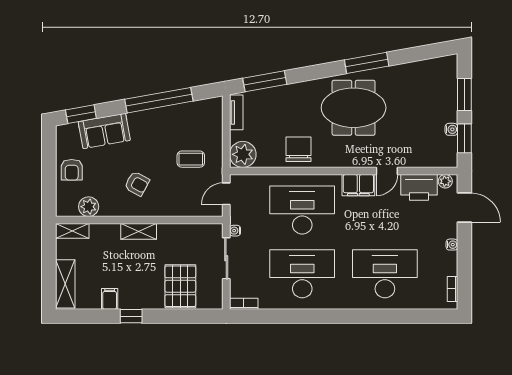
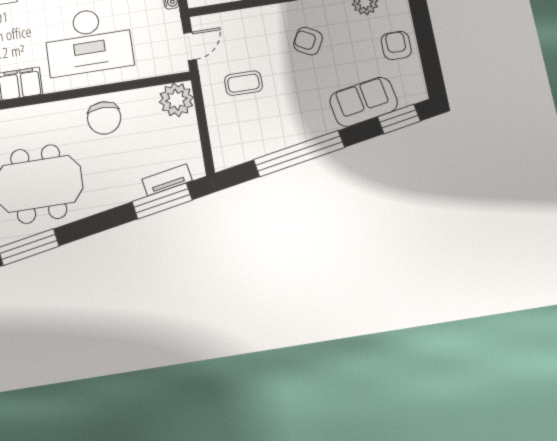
tv unit: (236, 112) -> (167, 180), moved, turned 80

